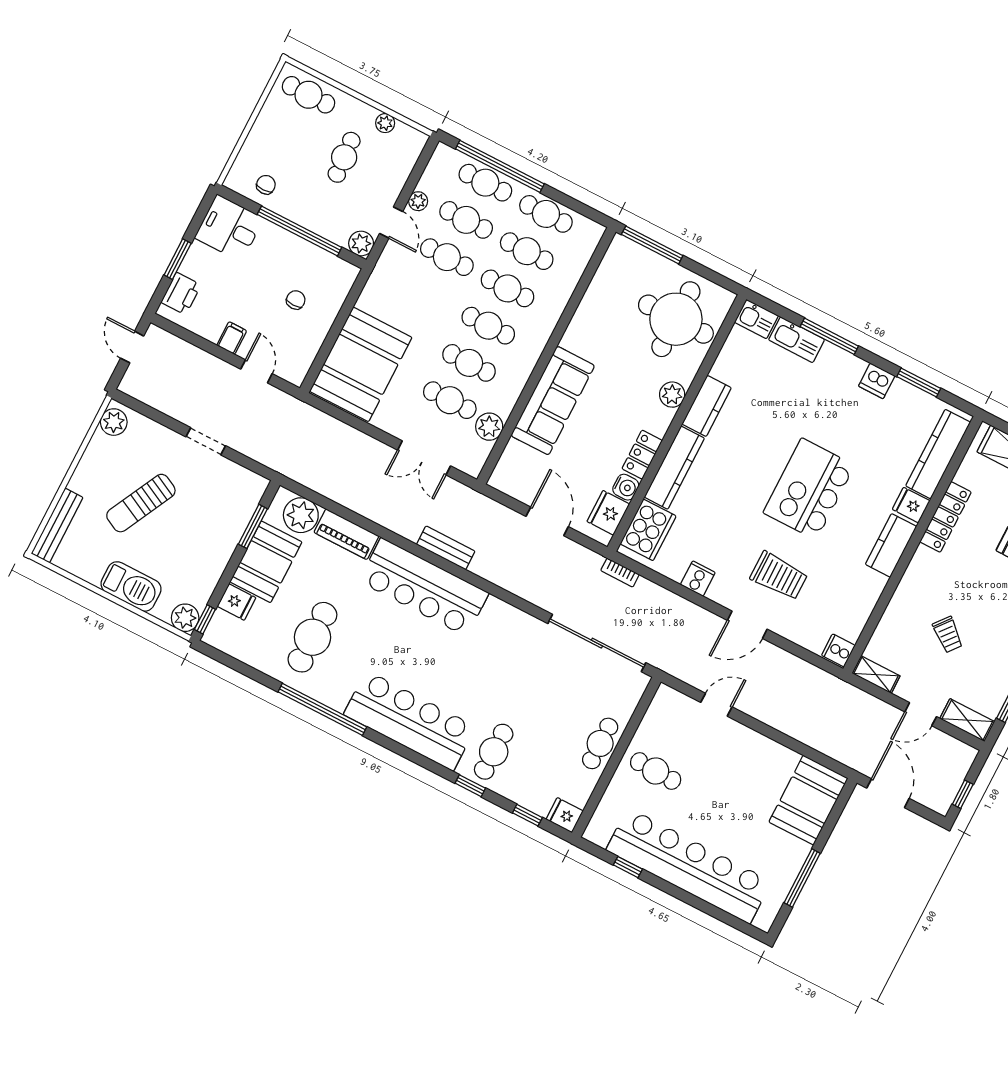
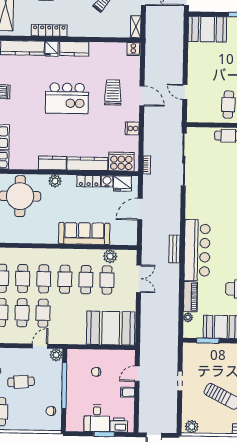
plant: (418, 201) -> (24, 339), removed
desk: (229, 228) -> (97, 418), moved
plant: (301, 515) -> (188, 317), width x0.53, depth x0.53

